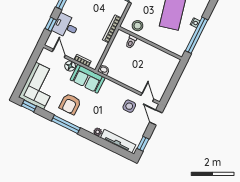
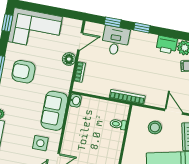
stool: (138, 26) -> (155, 127), moved
sofa: (88, 79) -> (54, 111), moved

